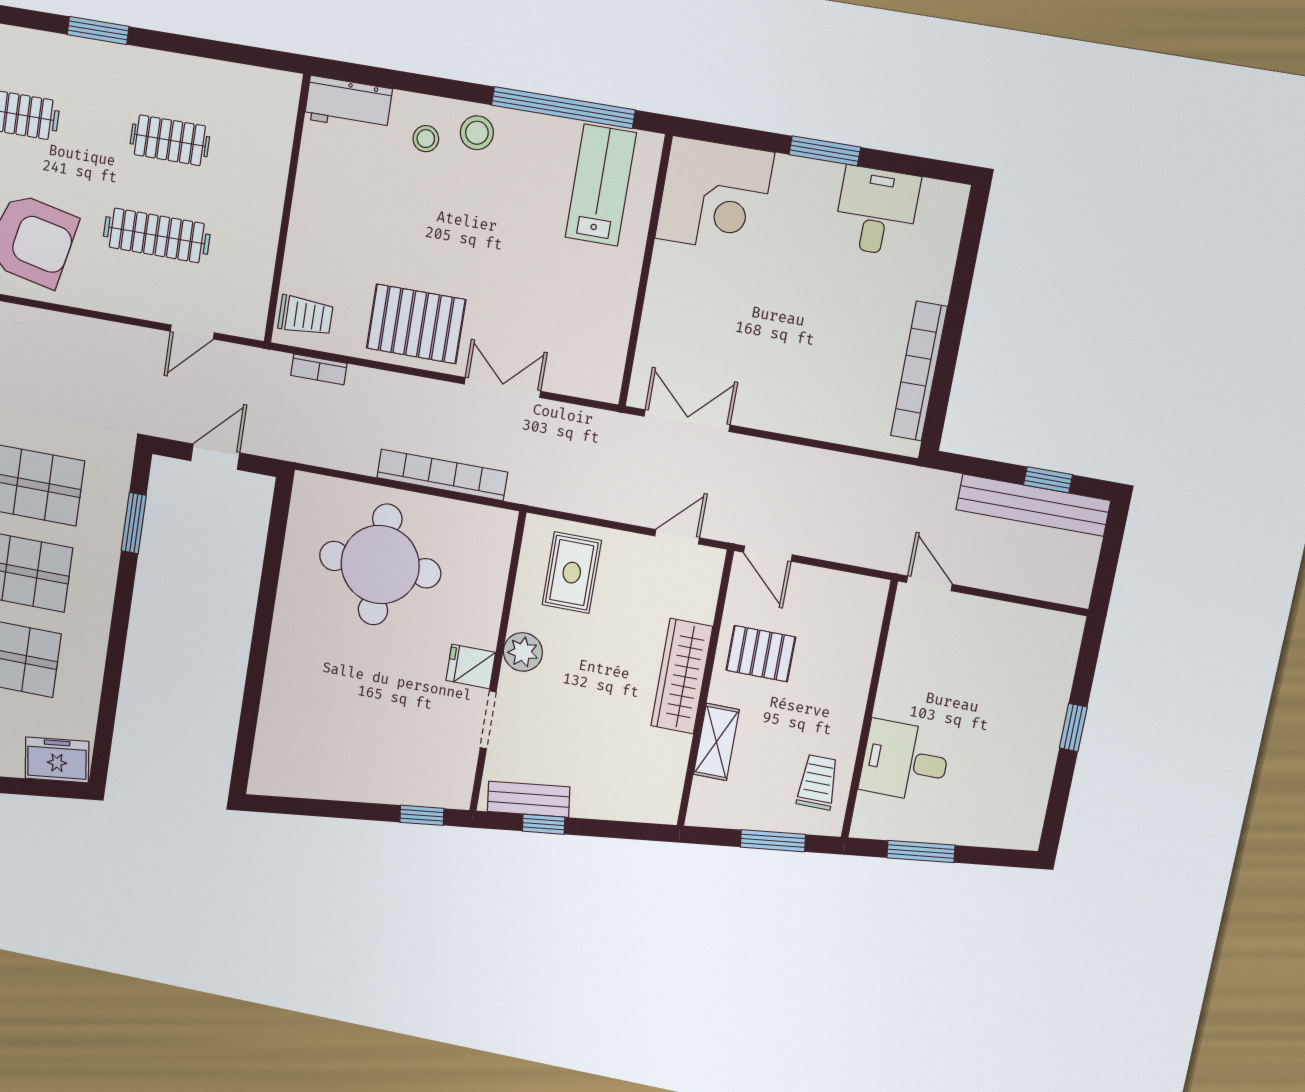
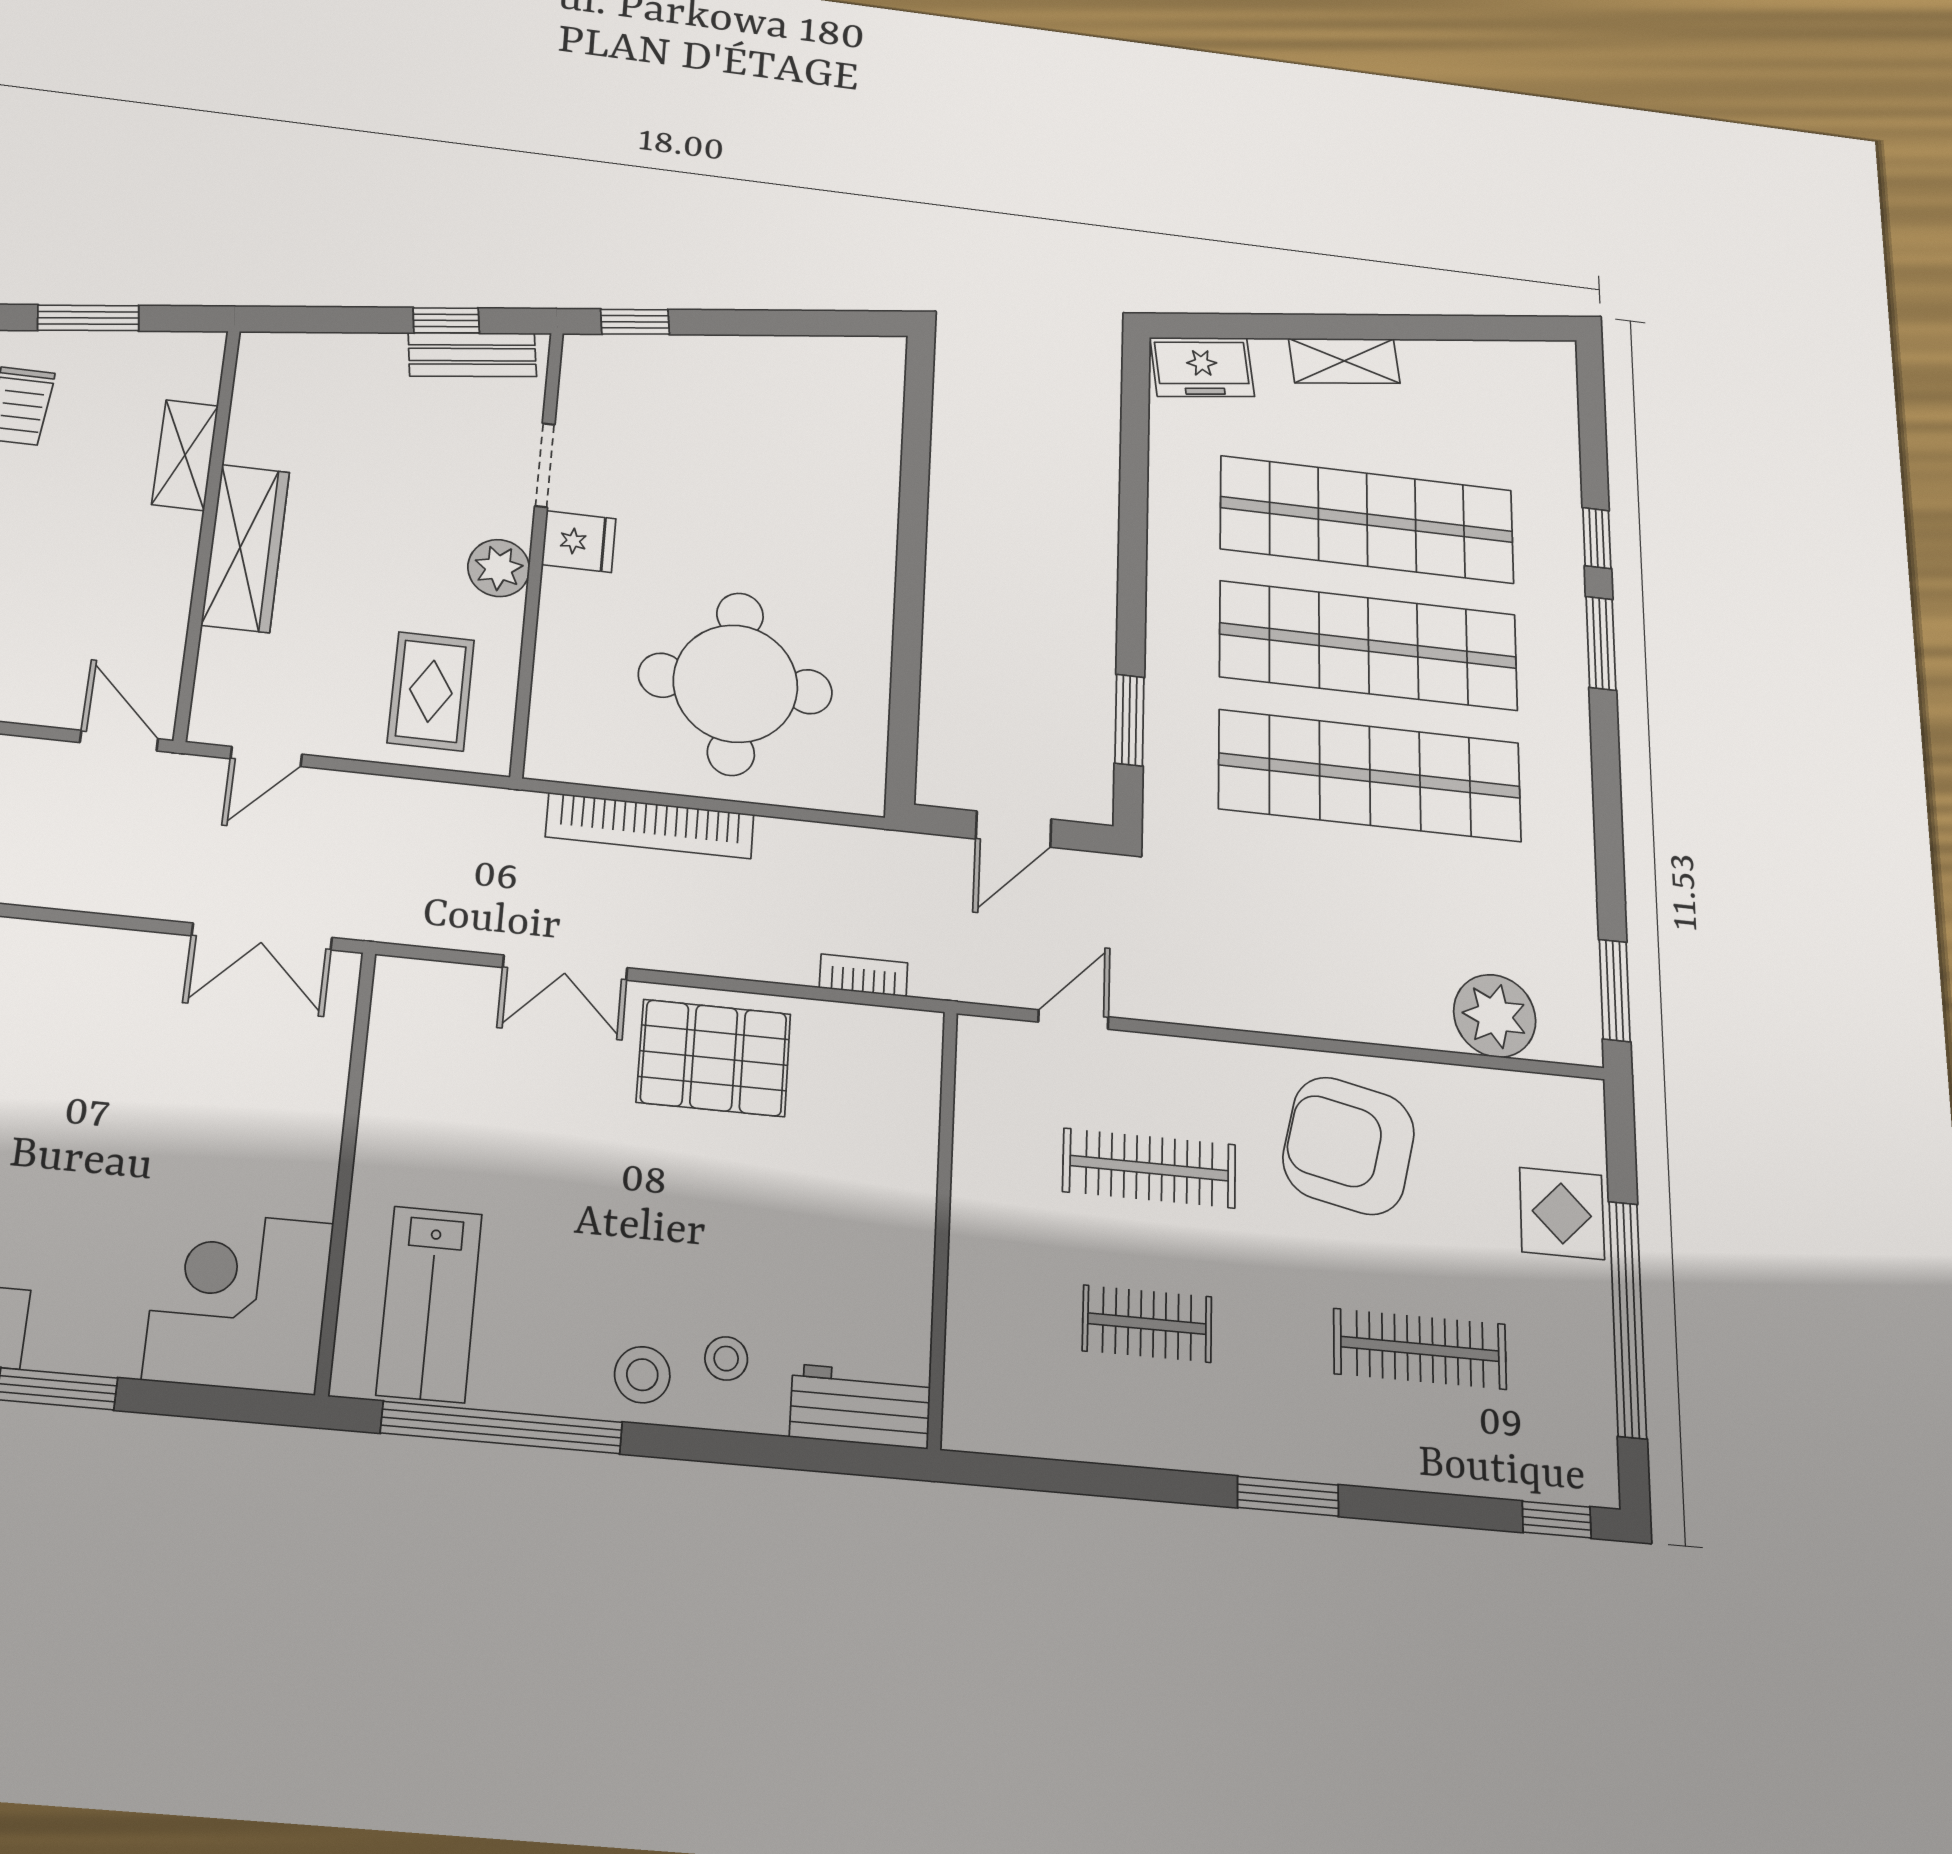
trolley: (305, 316) -> (894, 1058), removed
pallet: (761, 654) -> (122, 589), removed

